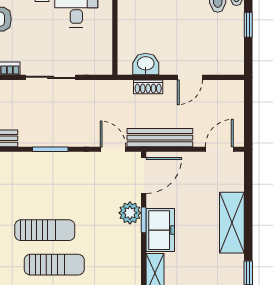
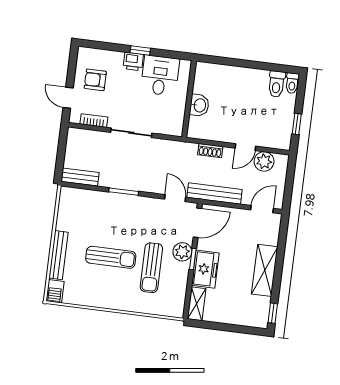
window: (248, 25) -> (297, 124), moved
washbasin: (146, 64) -> (199, 105), moved, turned 90
plant: (214, 92) -> (264, 161), added
sun lounger: (54, 265) -> (151, 268), moved, turned 90

